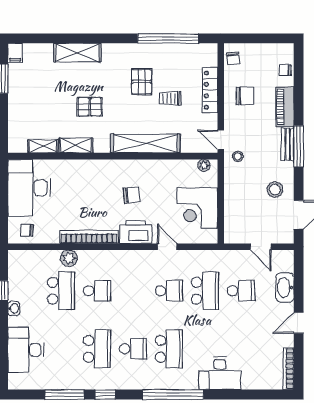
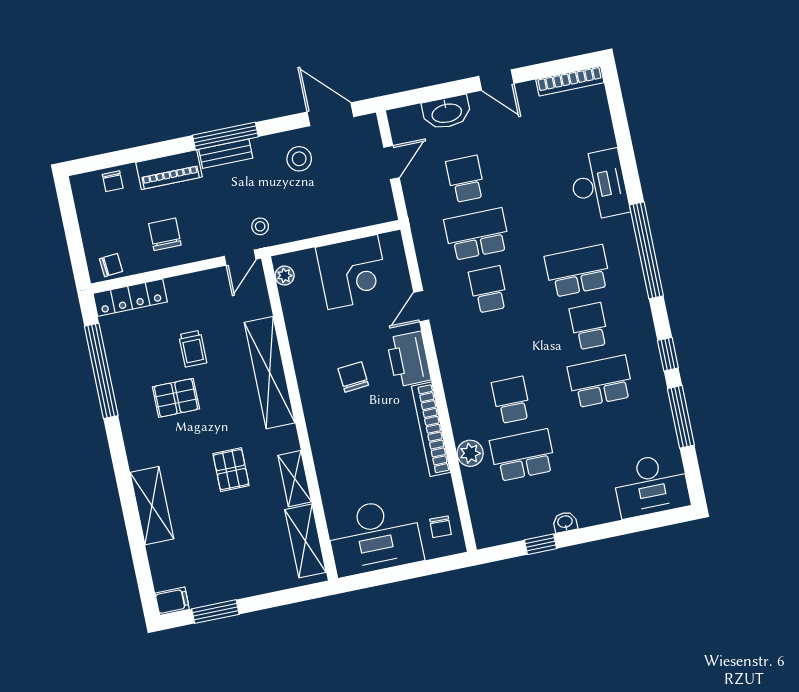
locker: (210, 90) -> (130, 298), moved
shelving: (43, 146) -> (305, 541), width x1.50, depth x1.33
desk: (26, 350) -> (651, 485), moved

